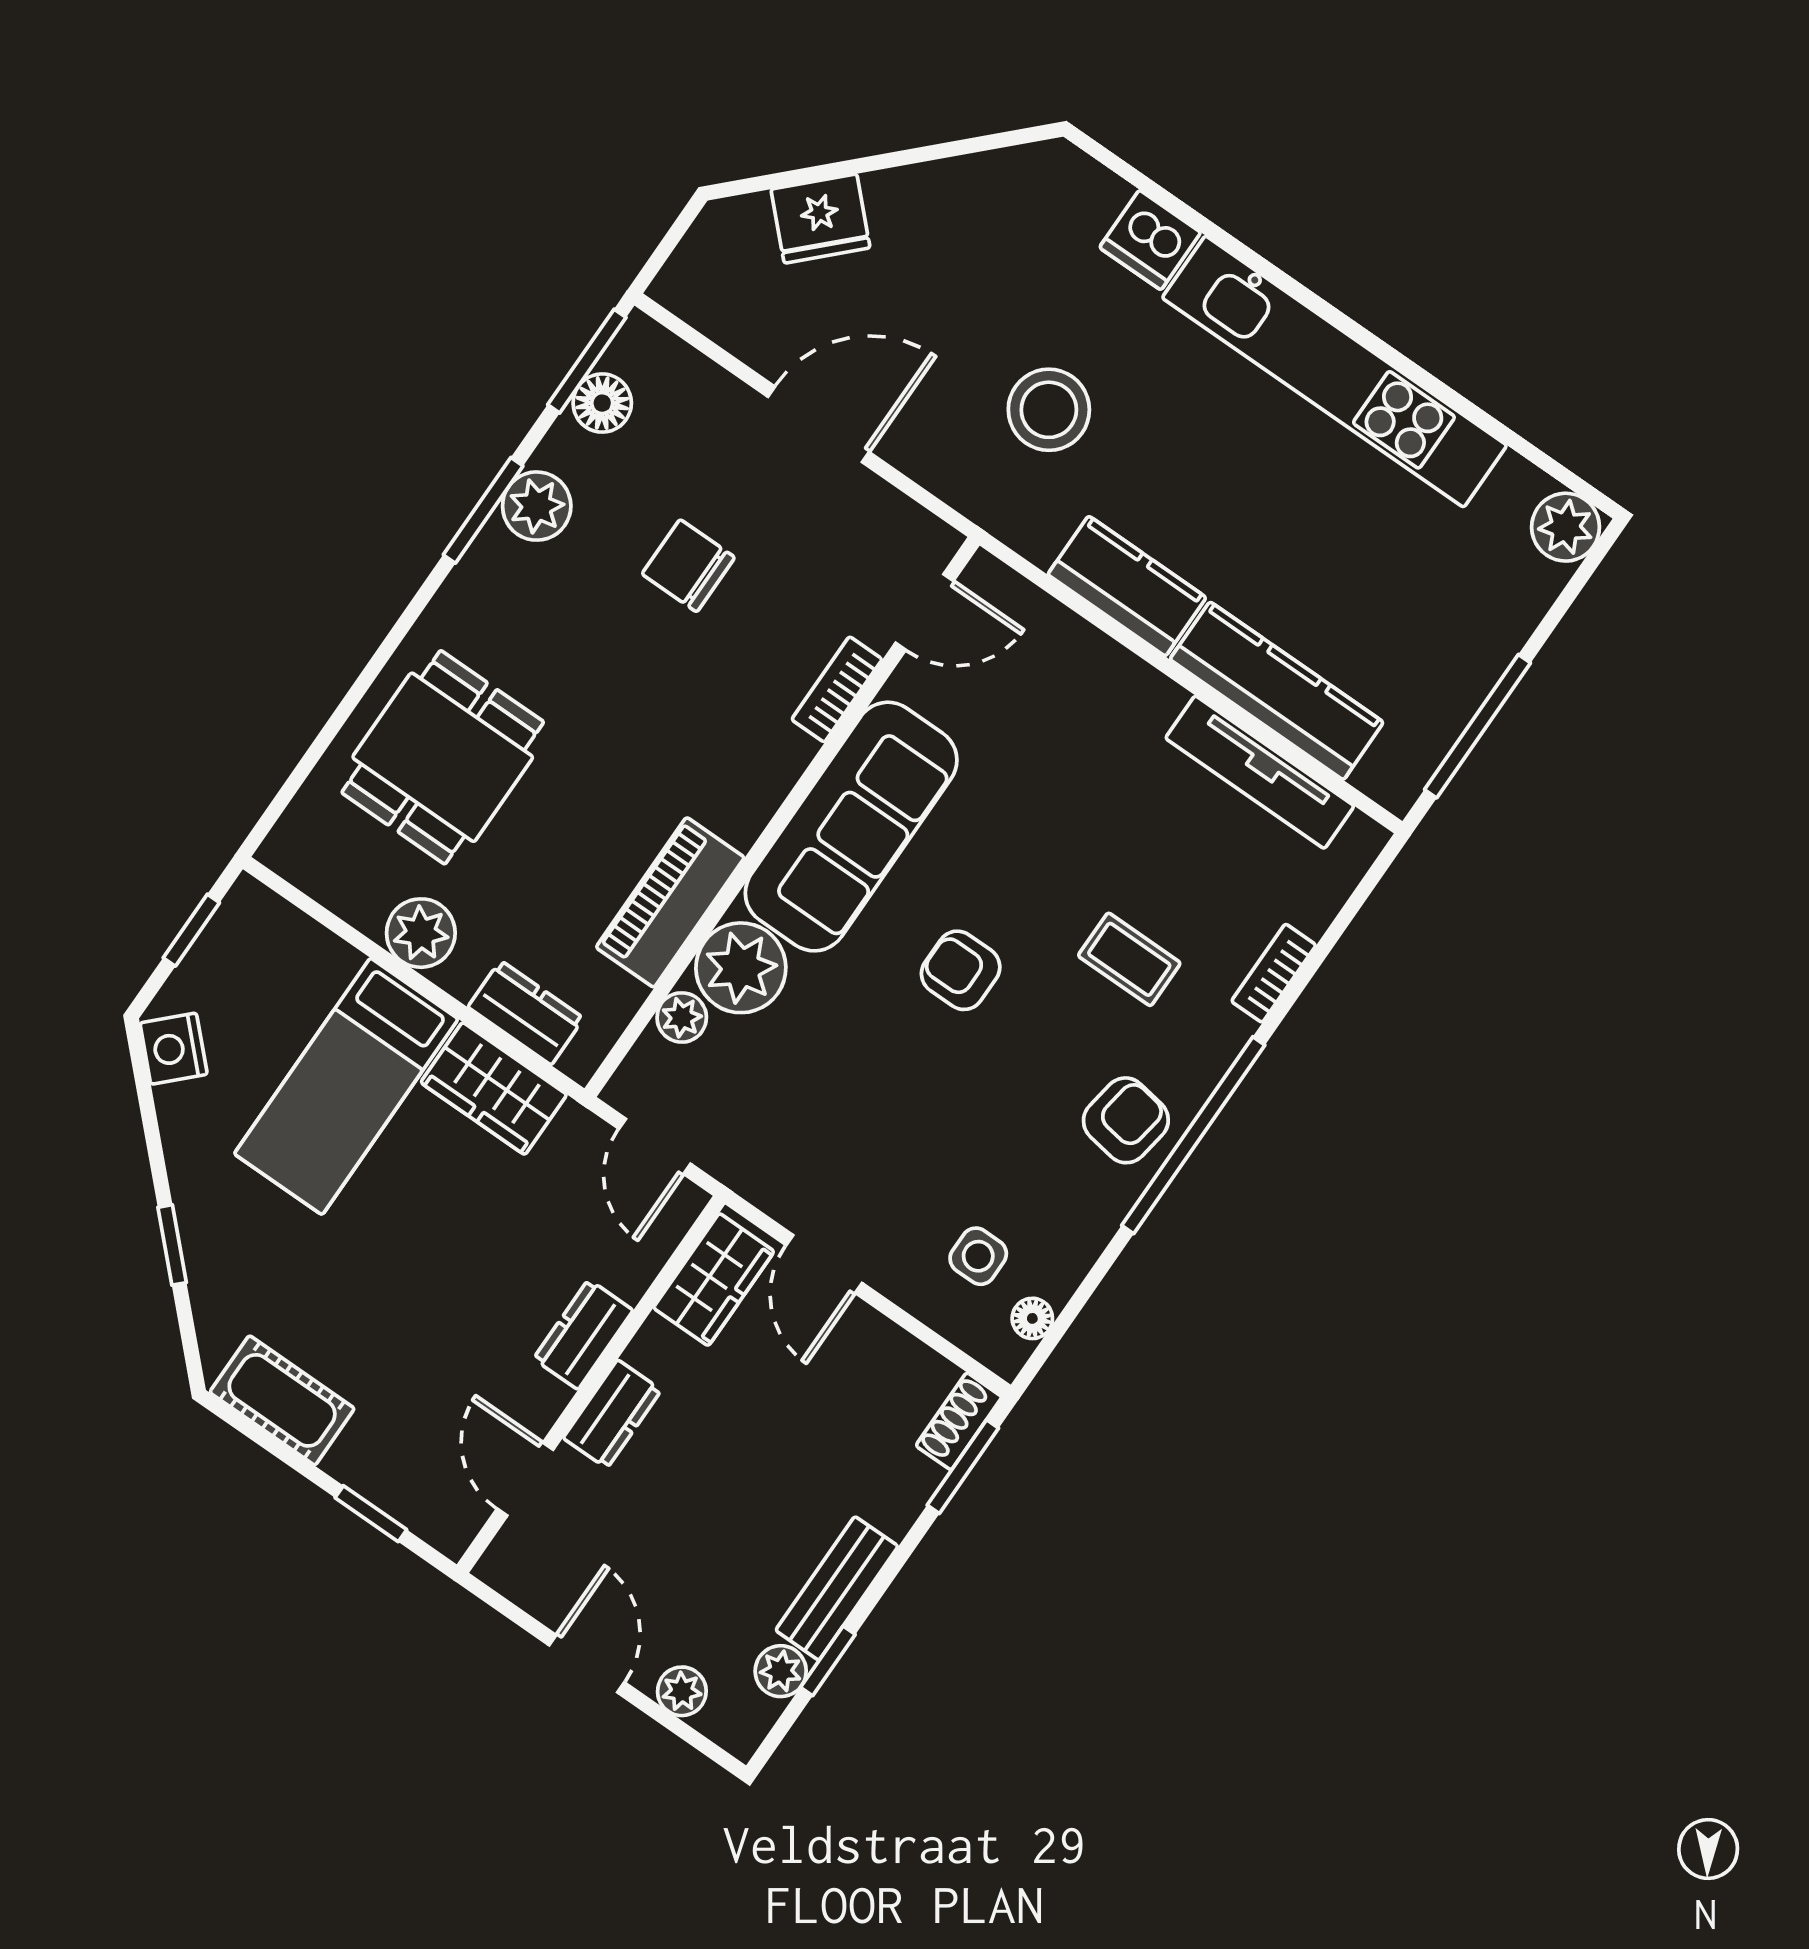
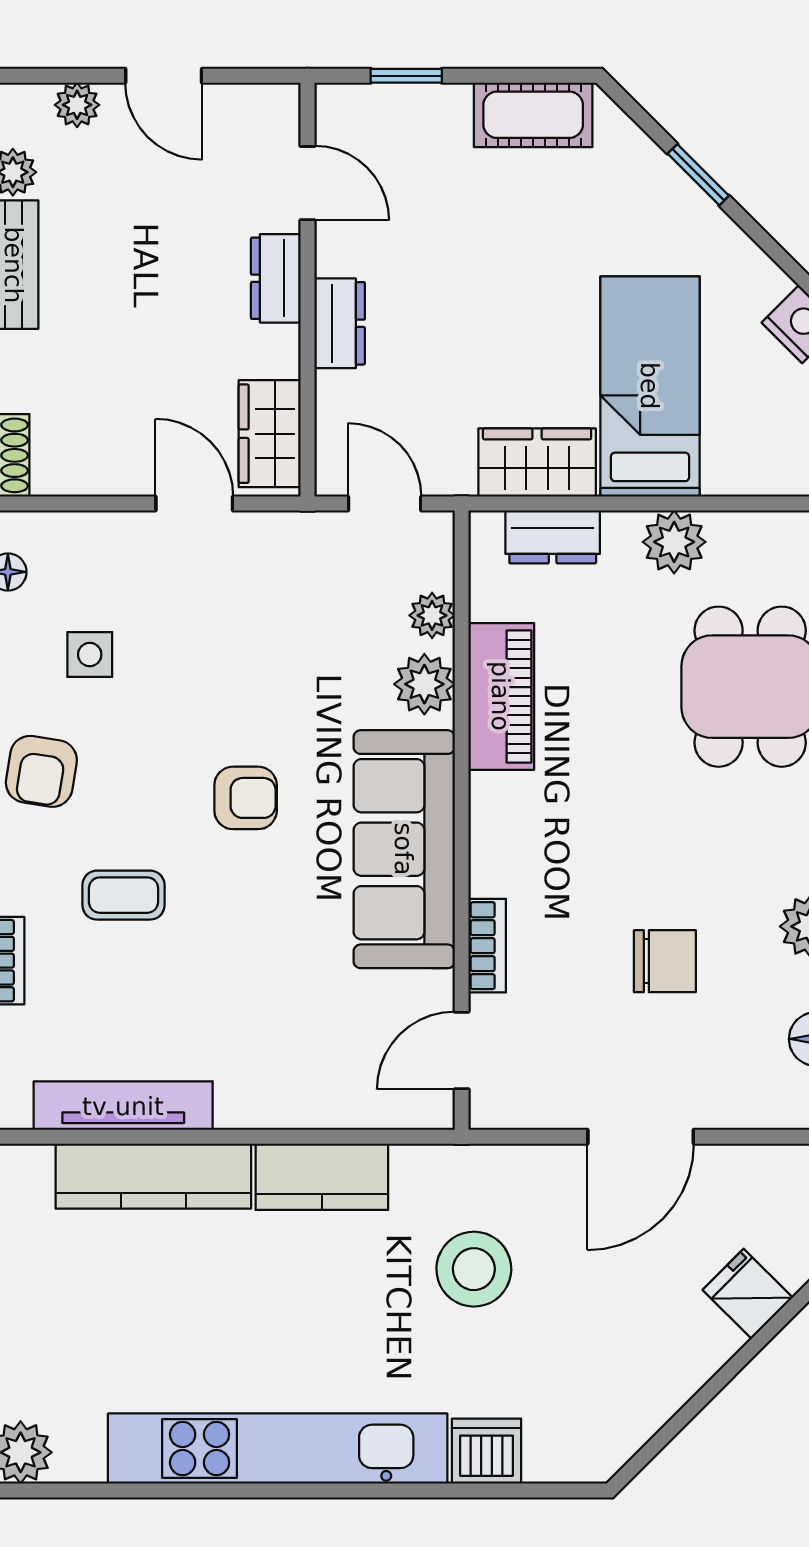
fridge: (820, 219) -> (748, 1294), width x0.72
plant: (741, 968) -> (424, 684), width x0.73, depth x0.73
side table: (978, 1256) -> (90, 655), moved

